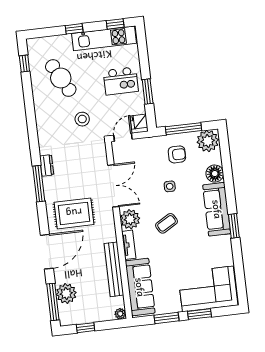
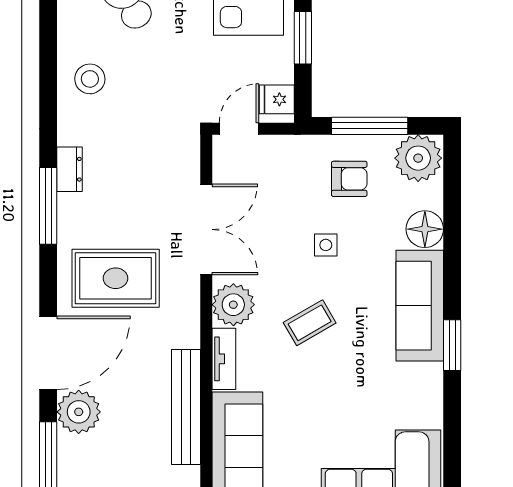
stool: (82, 119) -> (90, 79), moved
plant: (66, 293) -> (79, 412), moved

